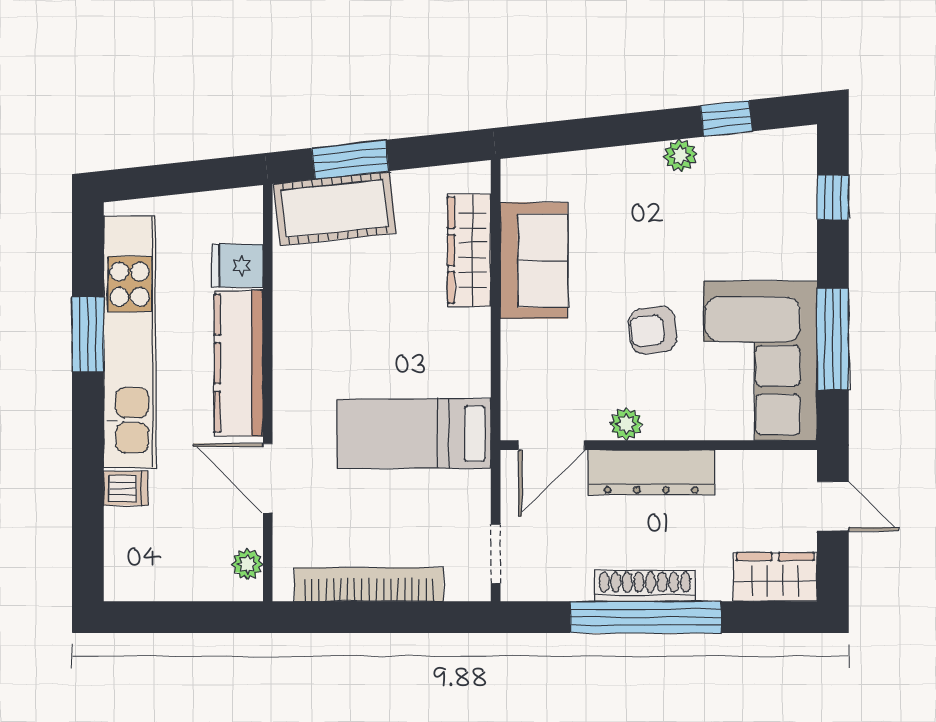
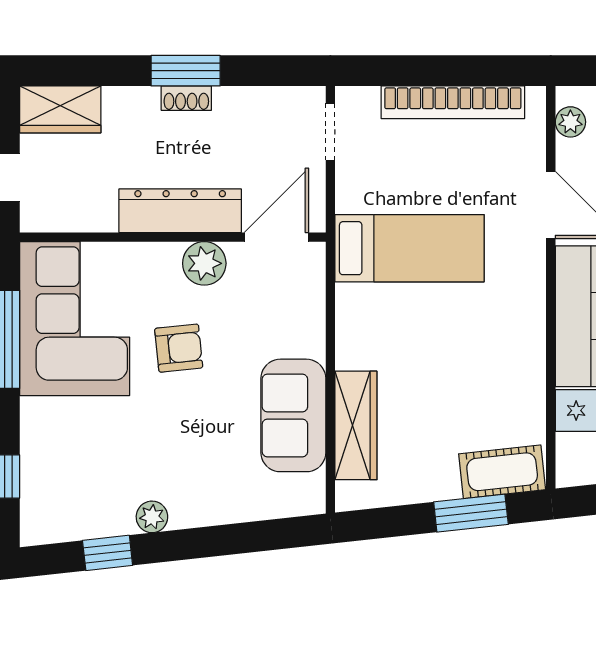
cot: (335, 208) -> (502, 472), width x0.73, depth x0.75
plant: (626, 424) -> (204, 263), width x1.38, depth x1.38
shoe rack: (645, 586) -> (186, 98), width x0.51, depth x0.81
window: (646, 617) -> (186, 71), width x0.47

